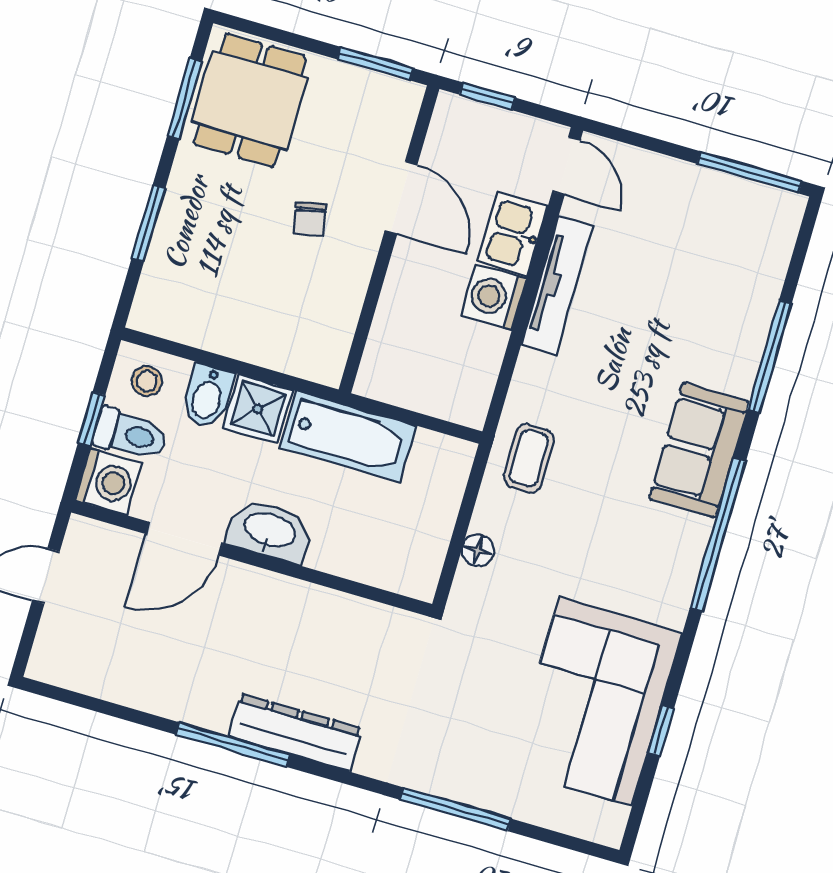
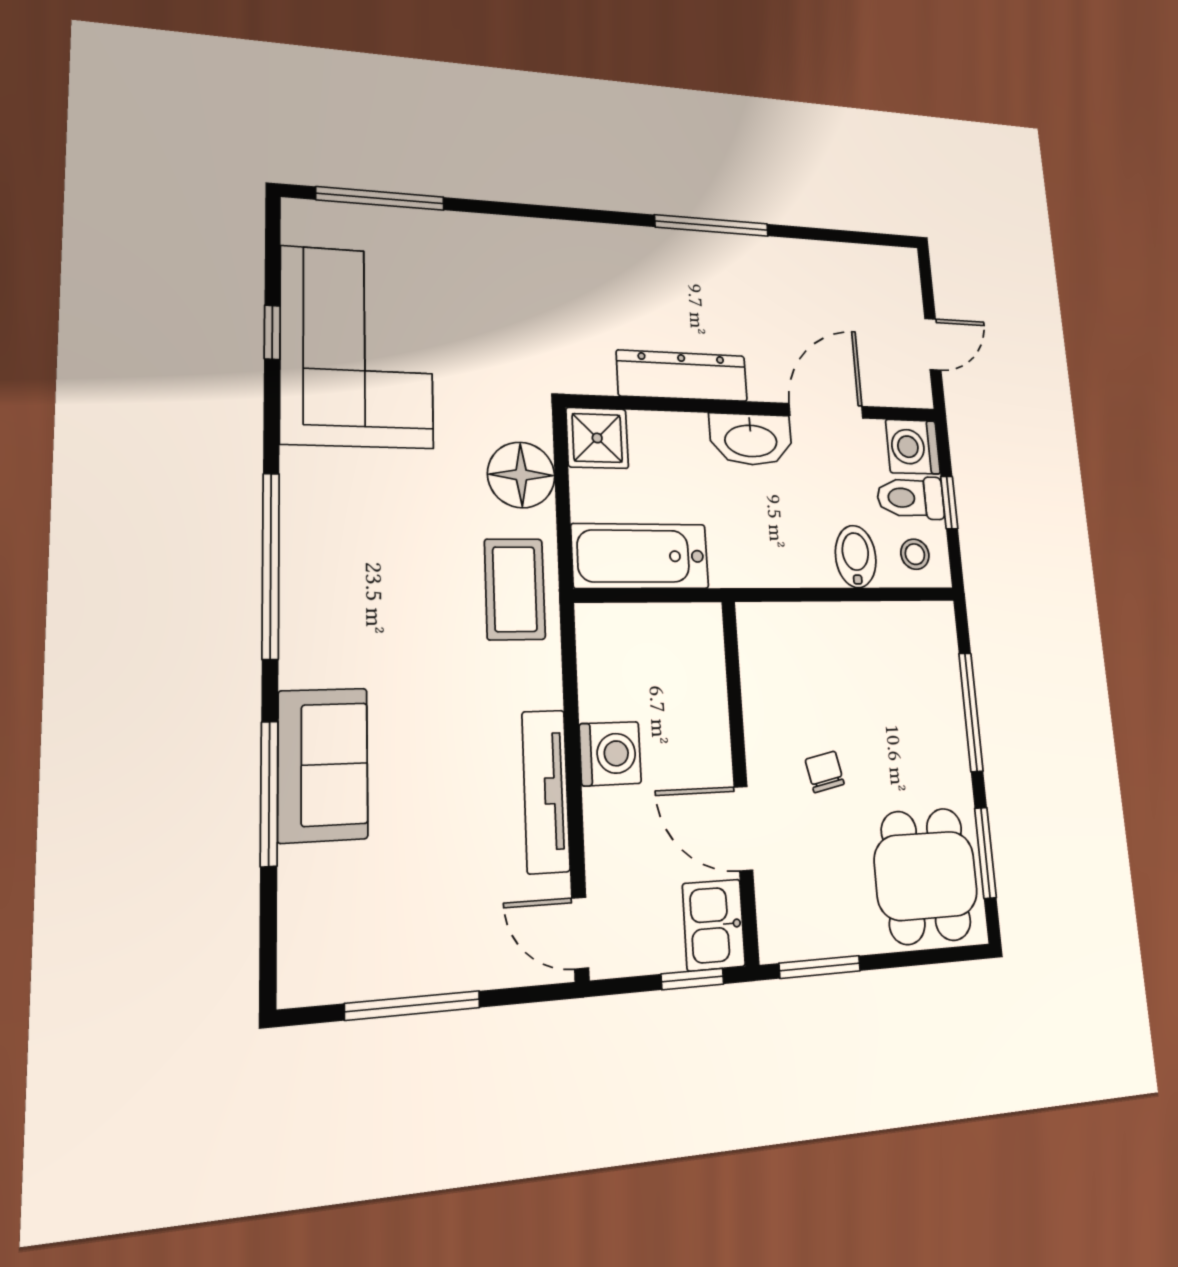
window: (749, 172) -> (413, 1005), moved
window: (148, 223) -> (971, 712), width x1.44
kitchen sink: (513, 234) -> (714, 925), moved, turned 180
shower: (258, 409) -> (597, 438), moved
bathtub: (348, 436) -> (640, 556), moved
sofa: (699, 450) -> (323, 765), moved
coffee table: (529, 458) -> (515, 589), width x1.36, depth x1.30
floor lamp: (478, 550) -> (521, 475), width x1.89, depth x1.89
dresser: (295, 732) -> (682, 376), moved, turned 180
window: (455, 809) -> (380, 198), moved

